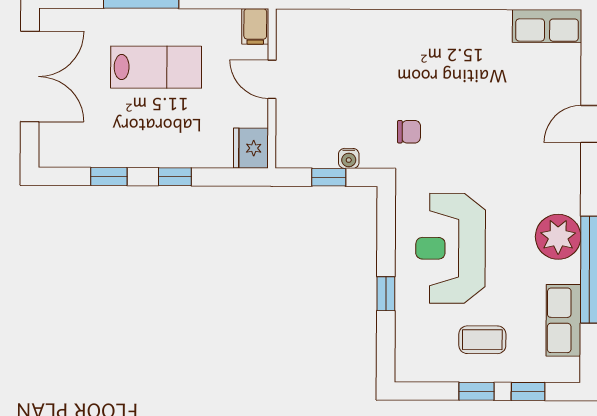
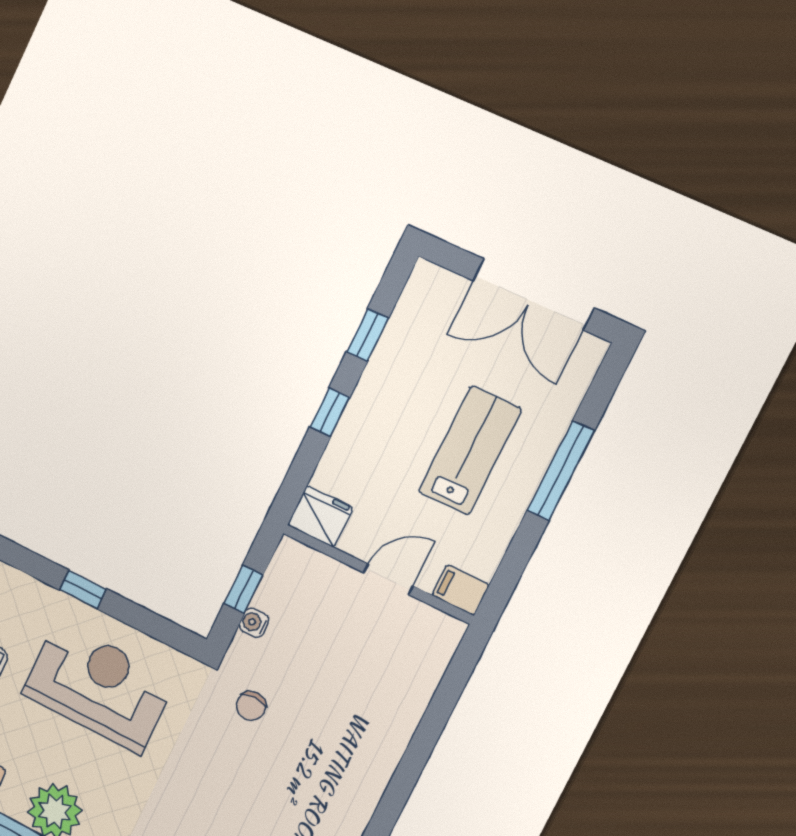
lab bench: (156, 67) -> (470, 450), turned 180

